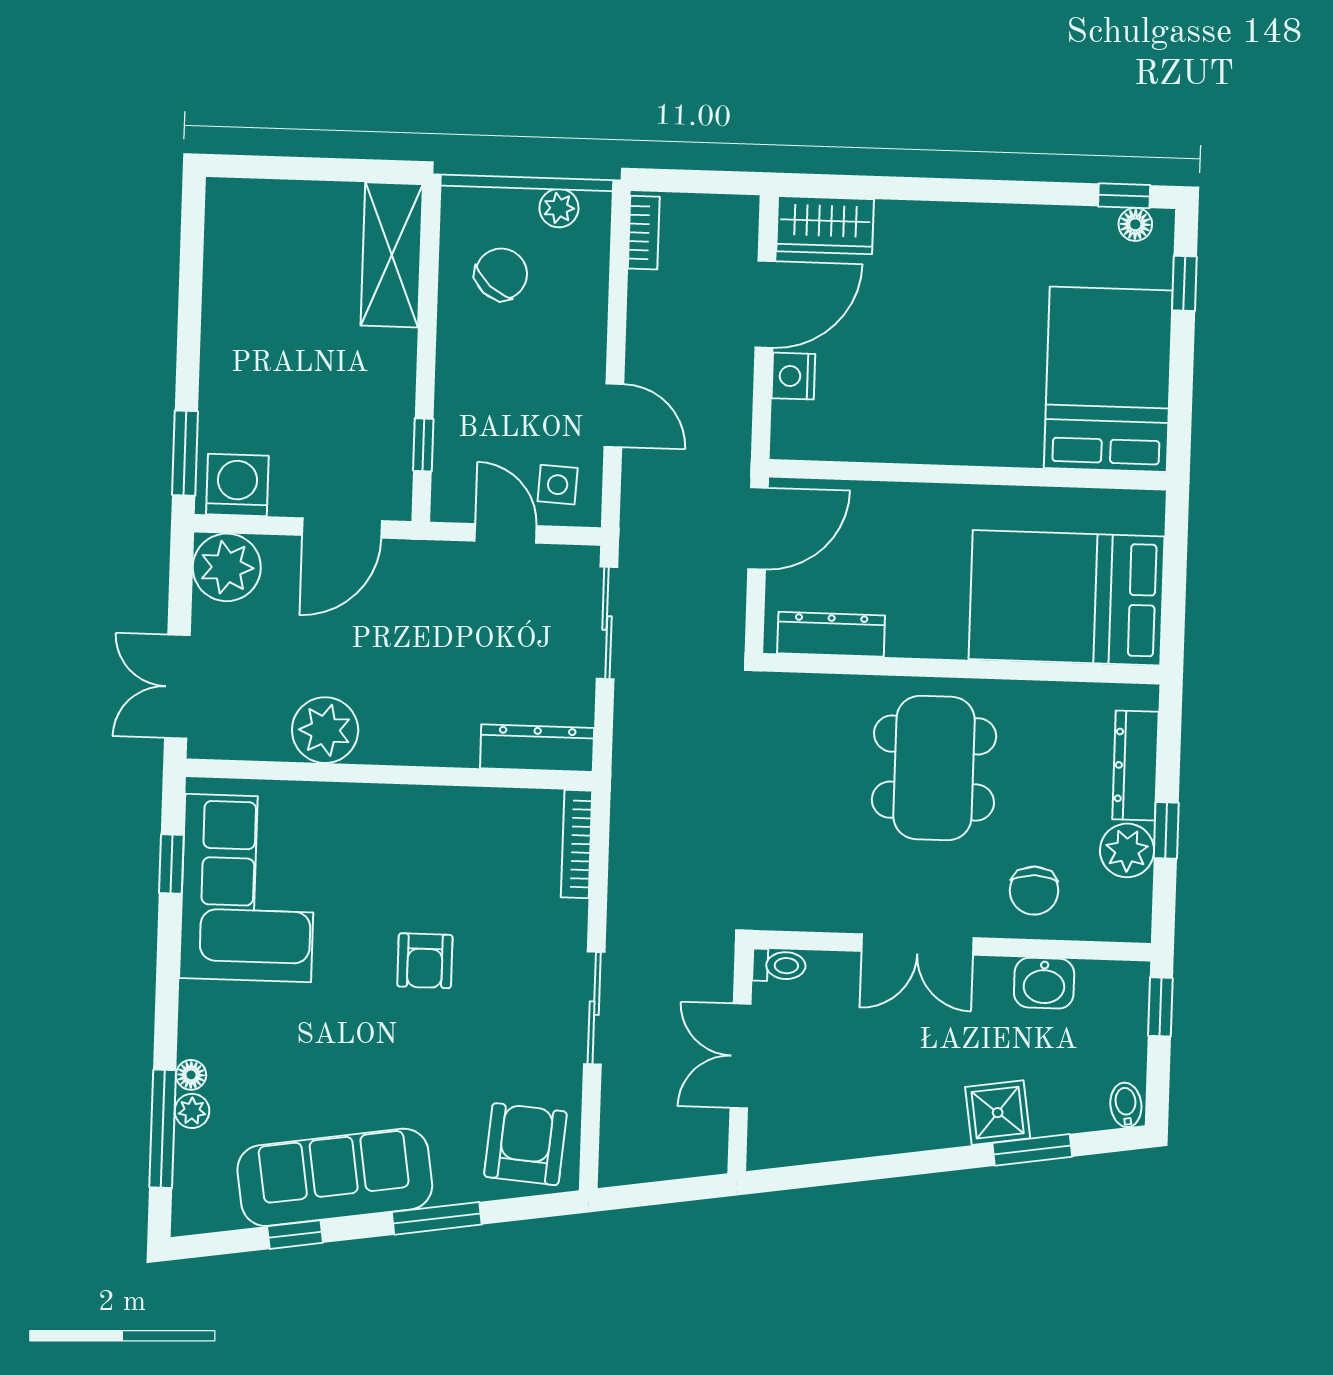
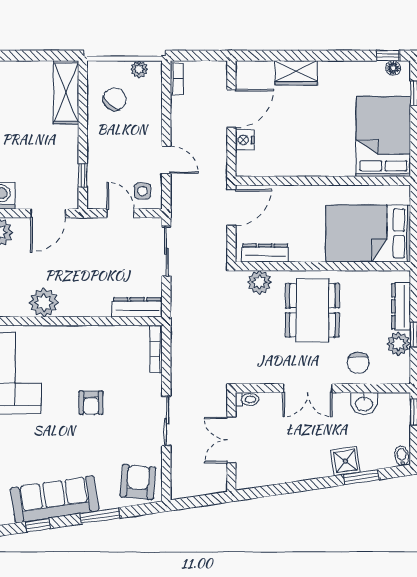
wardrobe: (825, 225) -> (296, 73), moved
plant: (816, 700) -> (259, 282), added

